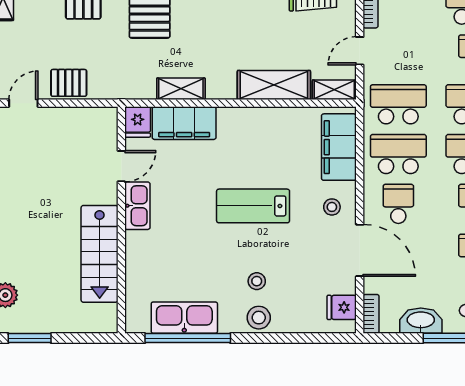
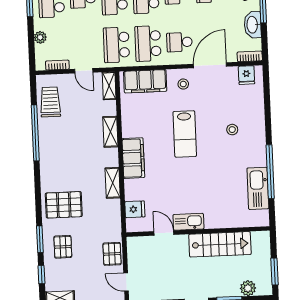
shelving: (274, 85) -> (110, 132), width x0.67, depth x0.75
filing cabinet: (184, 123) -> (133, 158), moved
door: (121, 166) -> (164, 233), moved
kitchen sink: (137, 206) -> (188, 222), moved
wall: (121, 220) -> (198, 232), moved
stairs: (100, 254) -> (220, 244), moved
kitchen sink: (184, 318) -> (258, 188), moved
stool: (259, 318) -> (255, 127), removed

